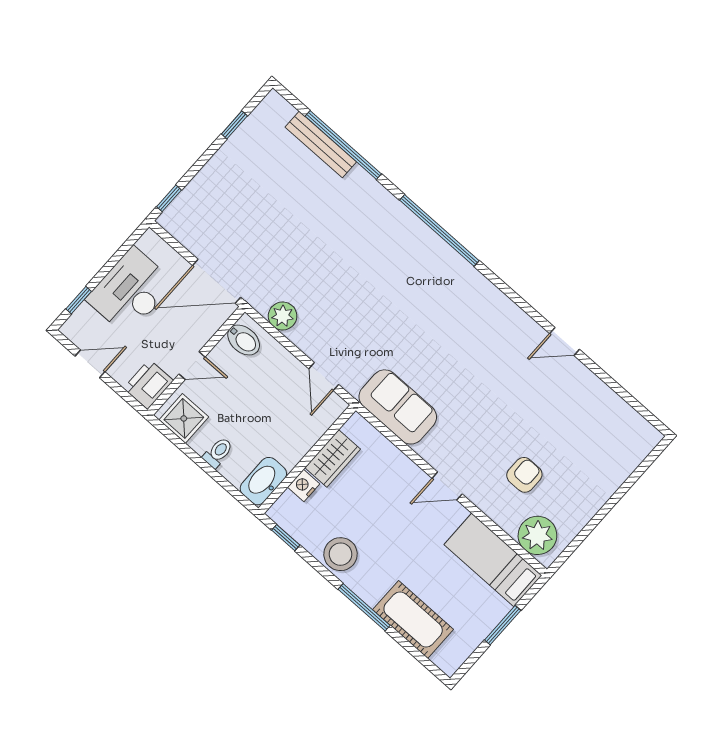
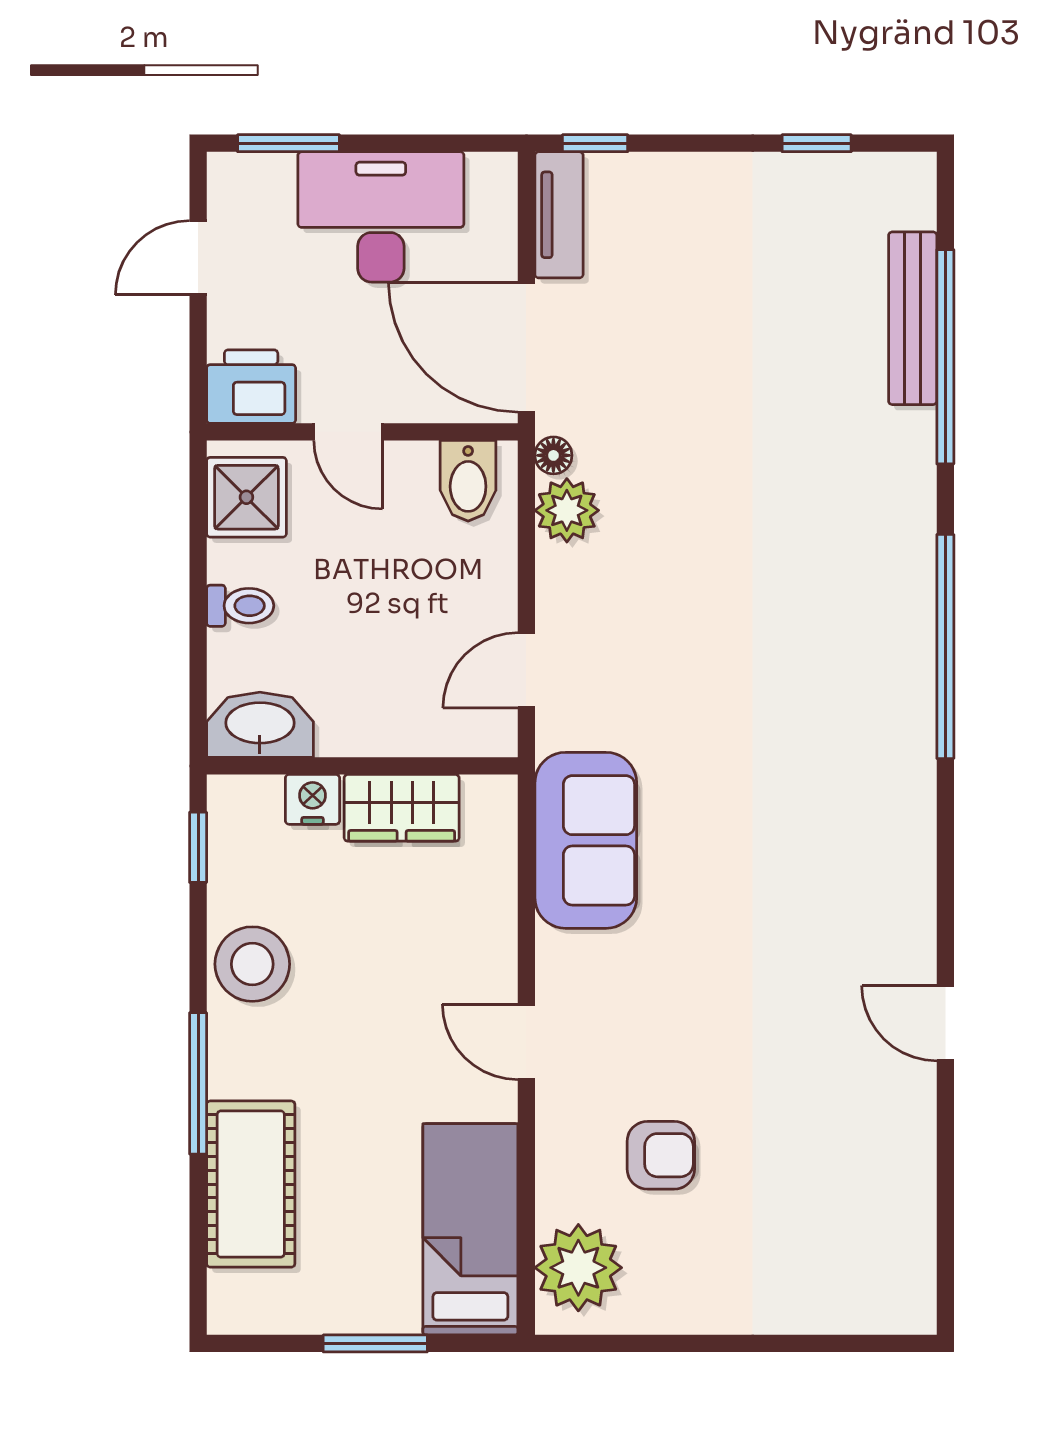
tv unit: (182, 231) -> (559, 215), added
window: (79, 300) -> (288, 143), width x1.50
floor lamp: (260, 304) -> (553, 455), added
door: (90, 364) -> (198, 258), swing flipped

